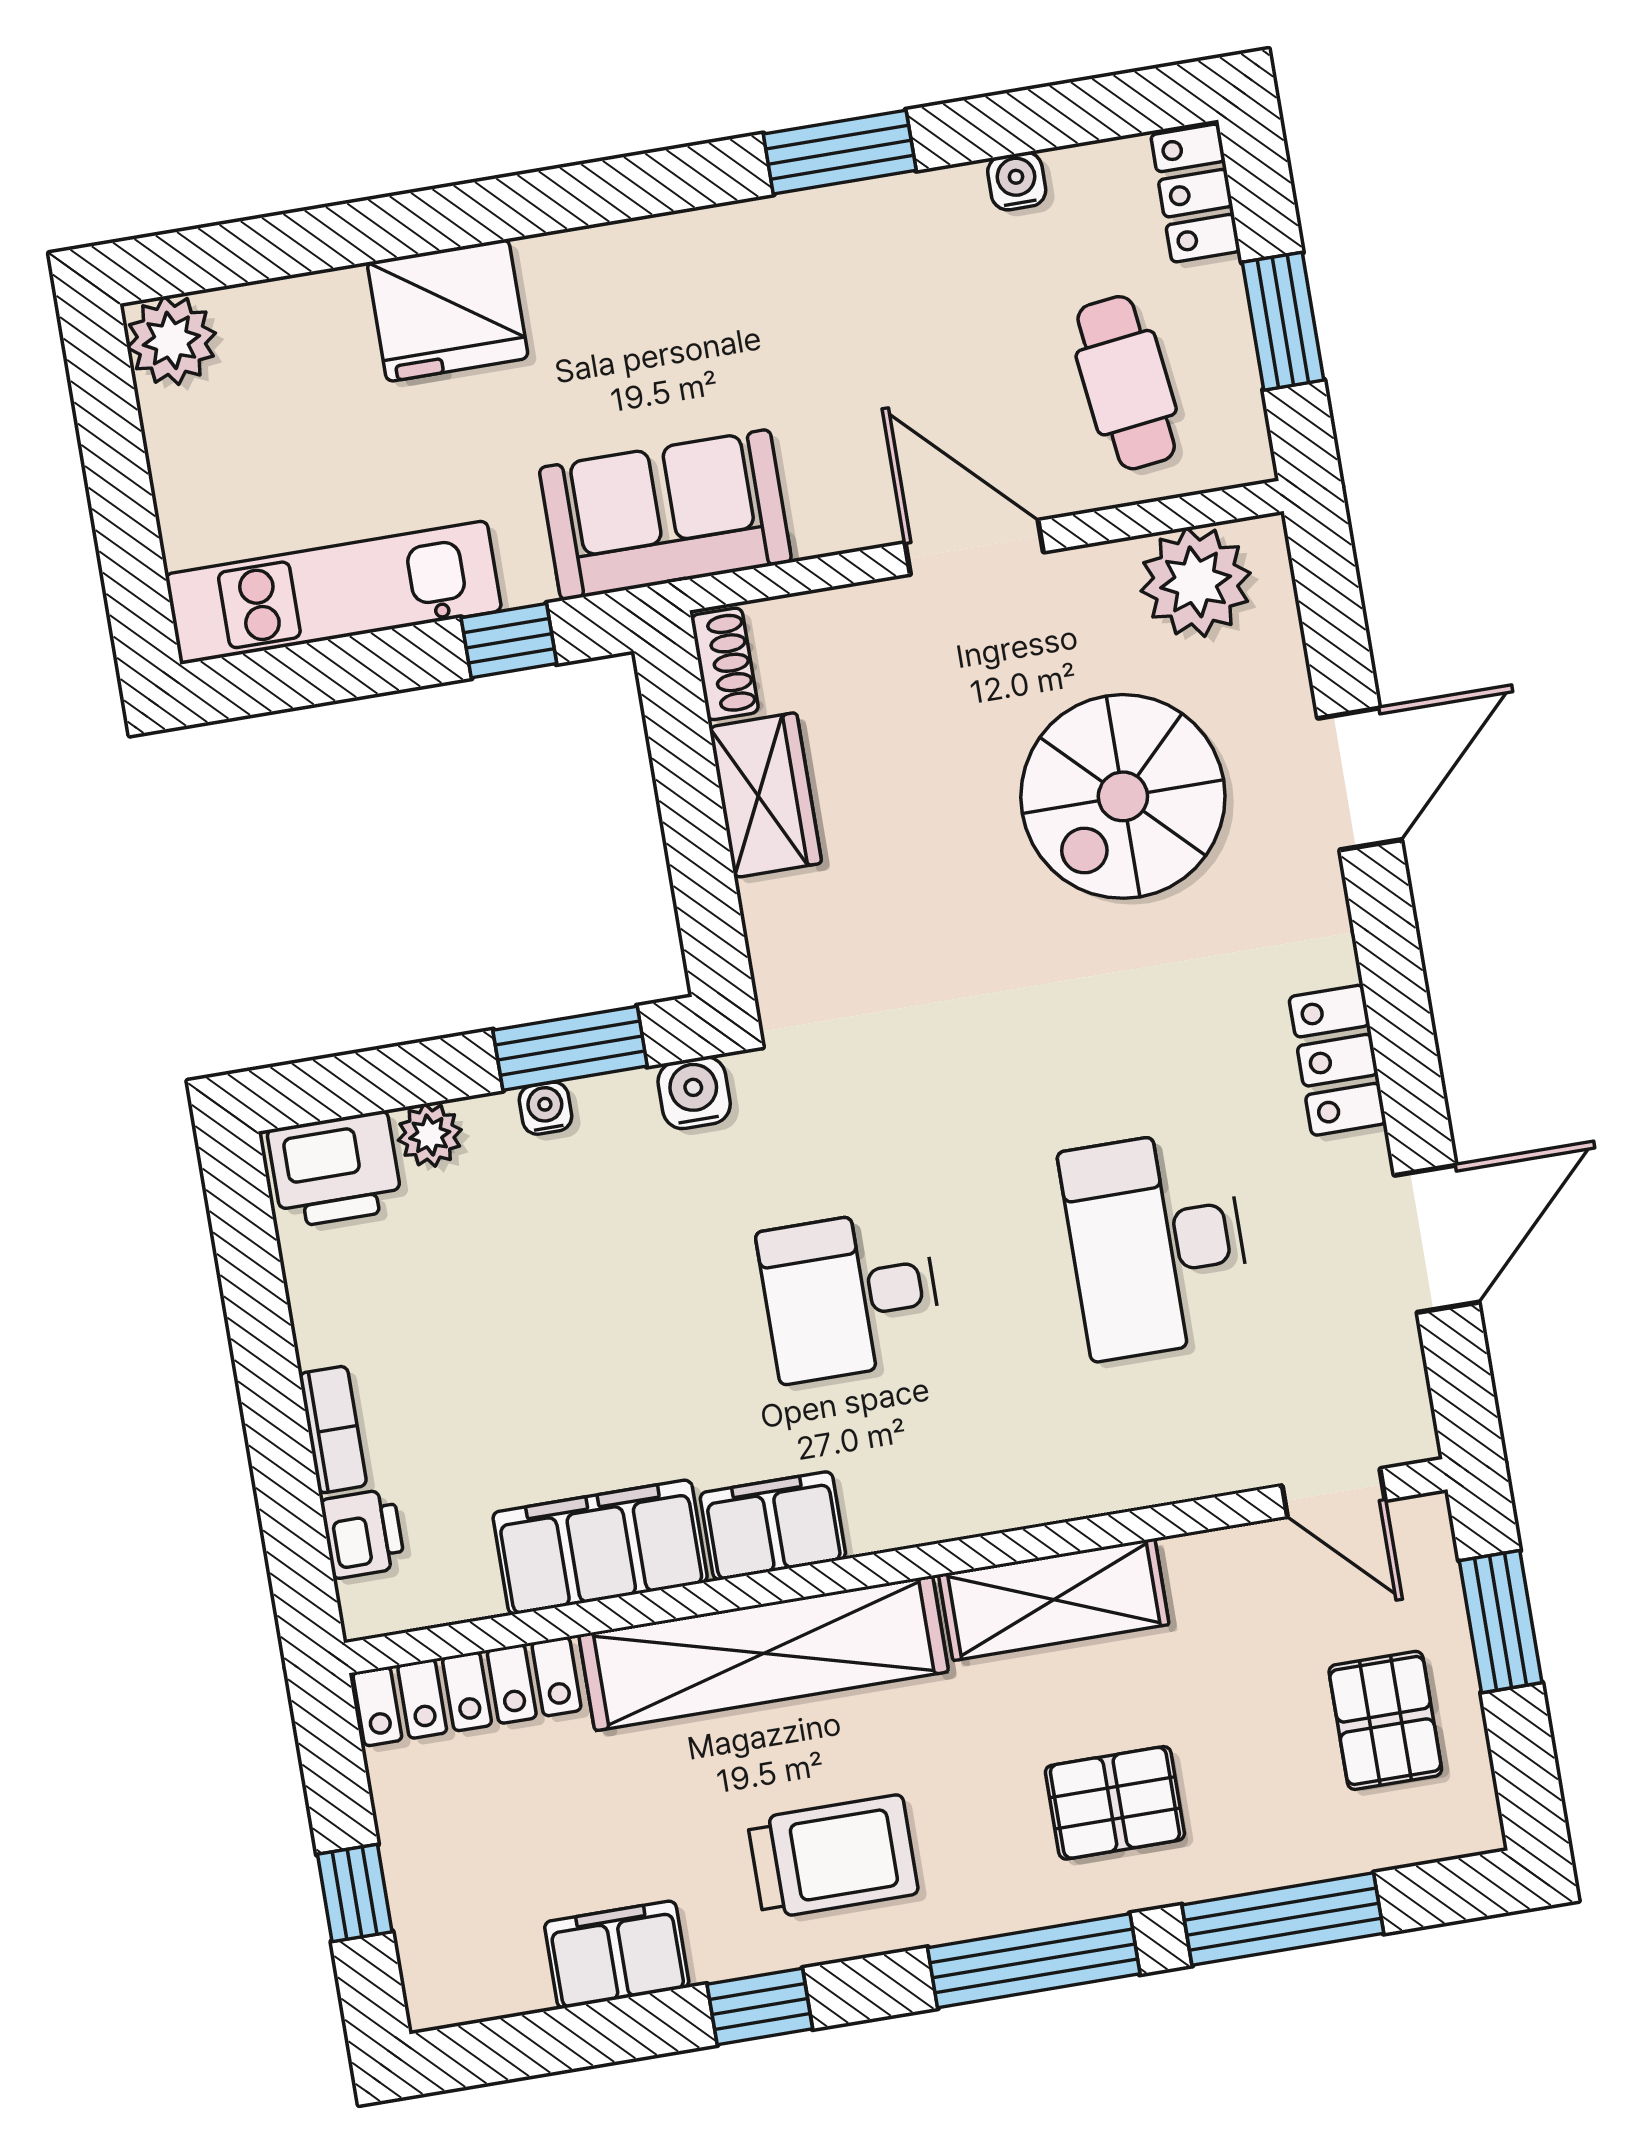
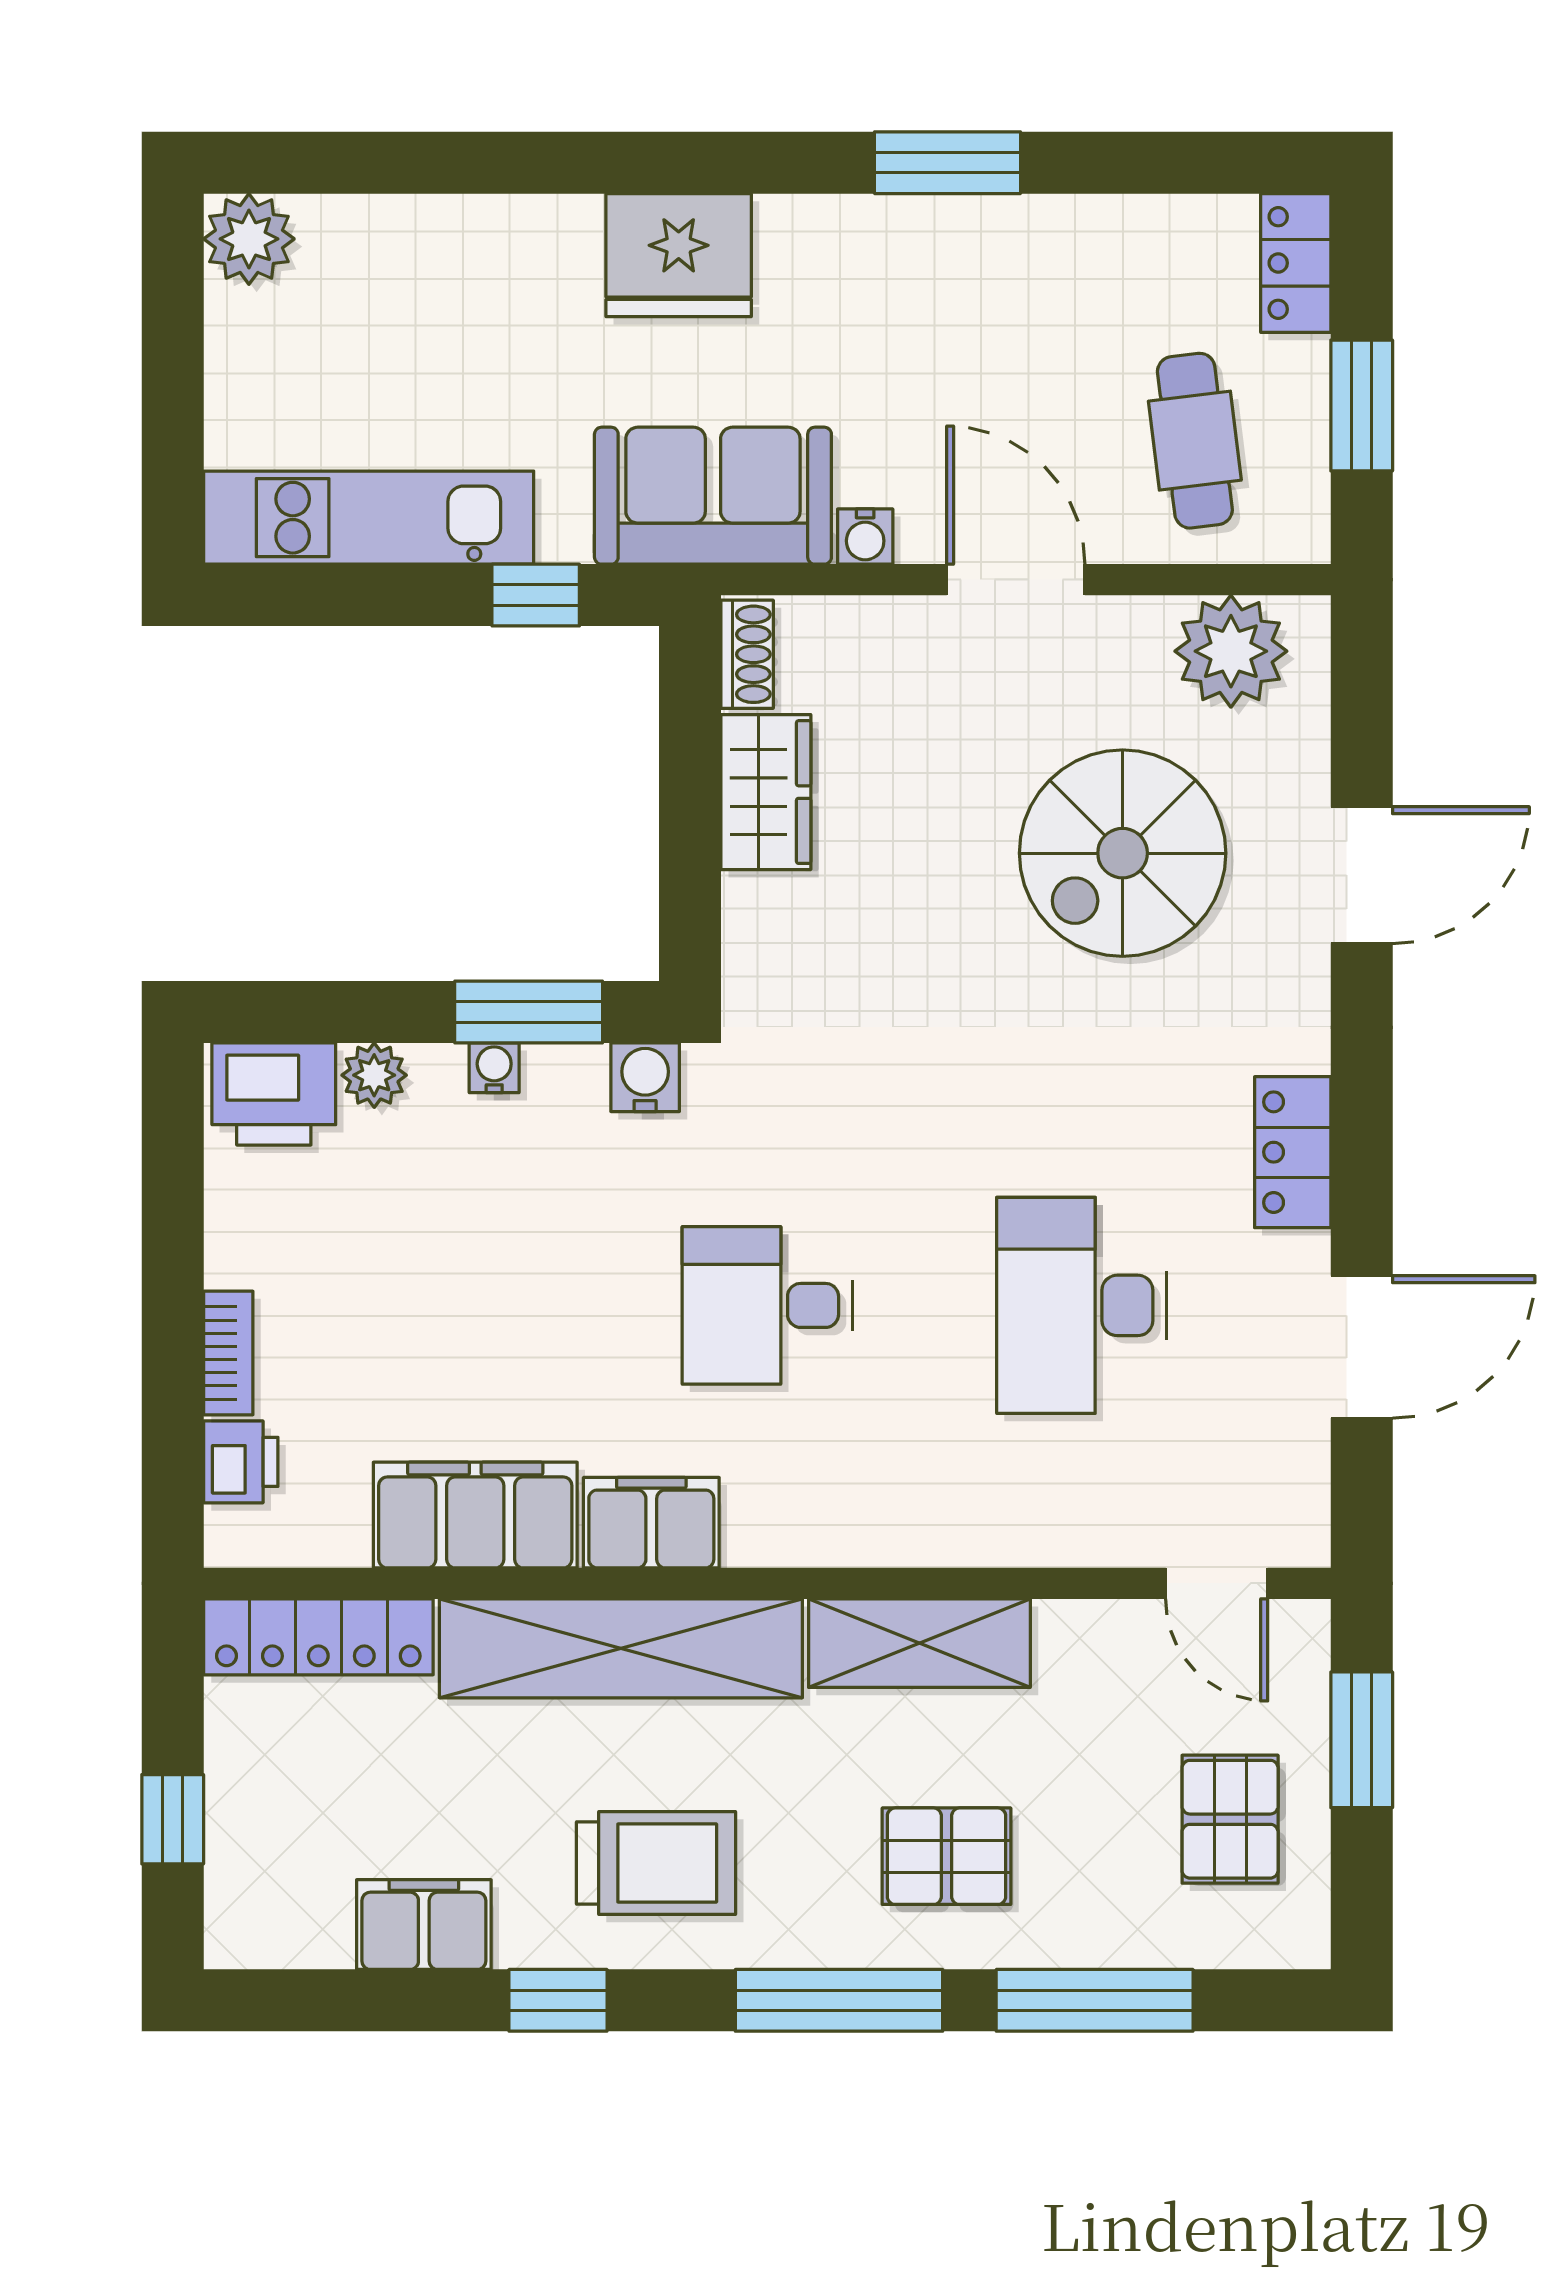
water cooler: (1017, 181) -> (865, 537), moved, turned 180
fridge: (448, 310) -> (679, 255), moved

